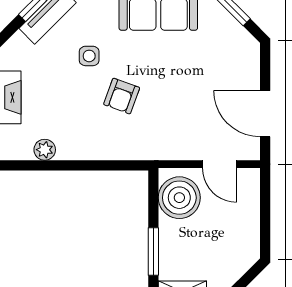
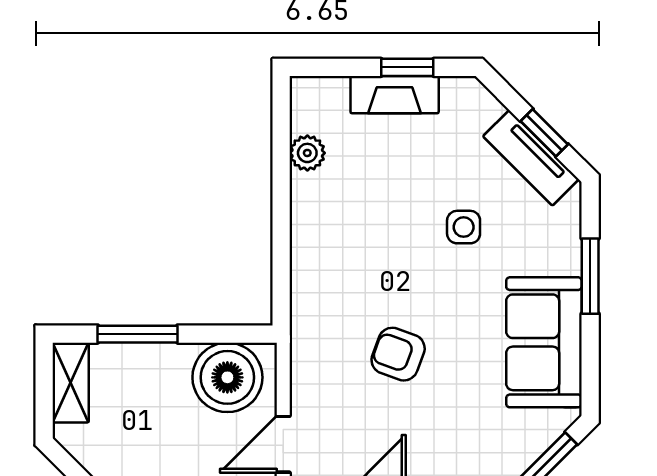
armchair: (122, 96) -> (398, 354), moved

